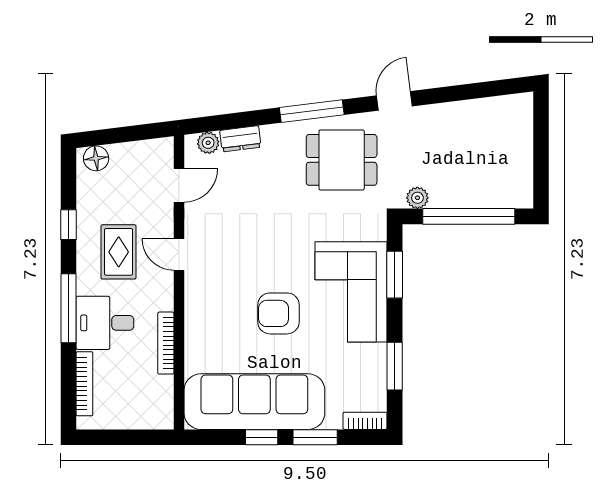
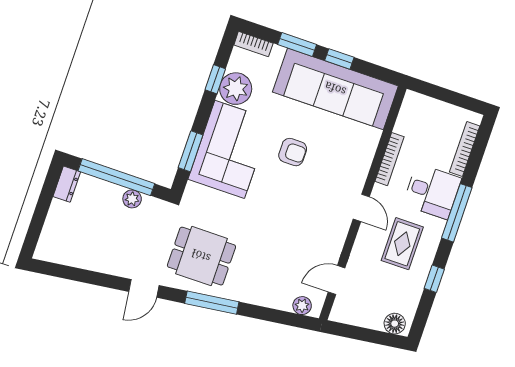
dresser: (240, 139) -> (67, 184), moved, turned 97
plant: (417, 198) -> (132, 199), moved
door: (179, 255) -> (361, 208), moved
armchair: (278, 313) -> (293, 152), width x0.72, depth x0.72
plant: (368, 363) -> (236, 89), added
window: (395, 366) -> (215, 79), width x0.67

